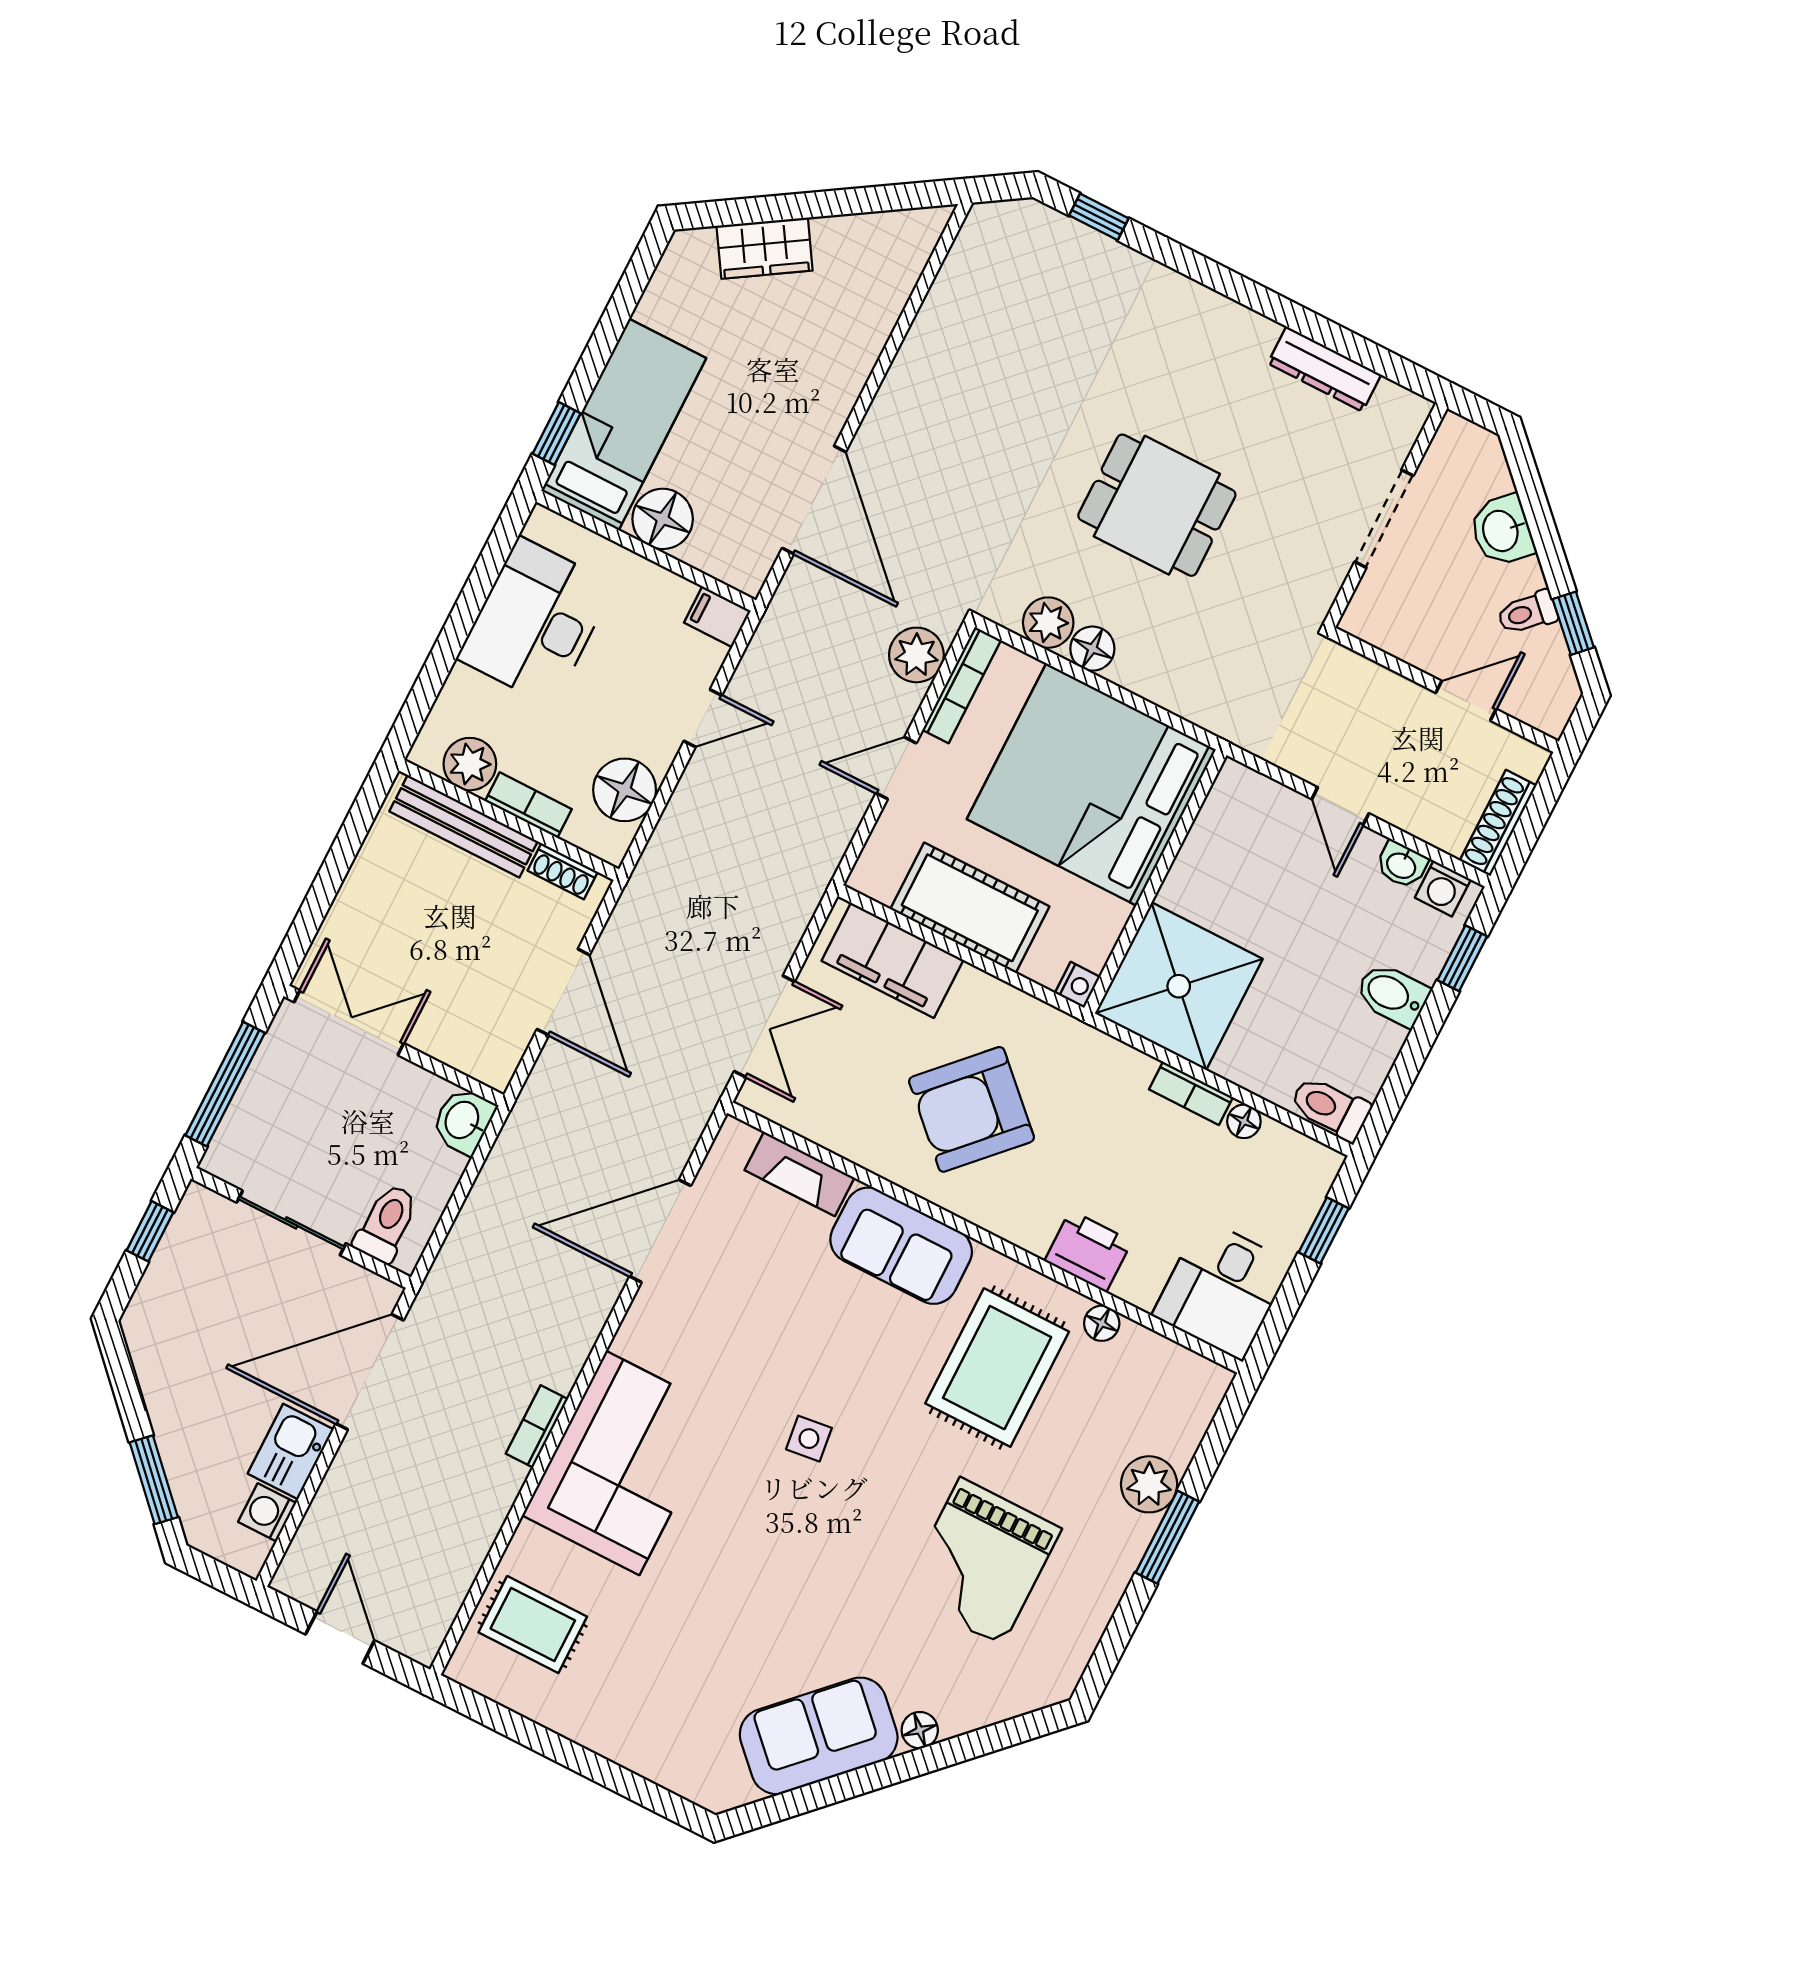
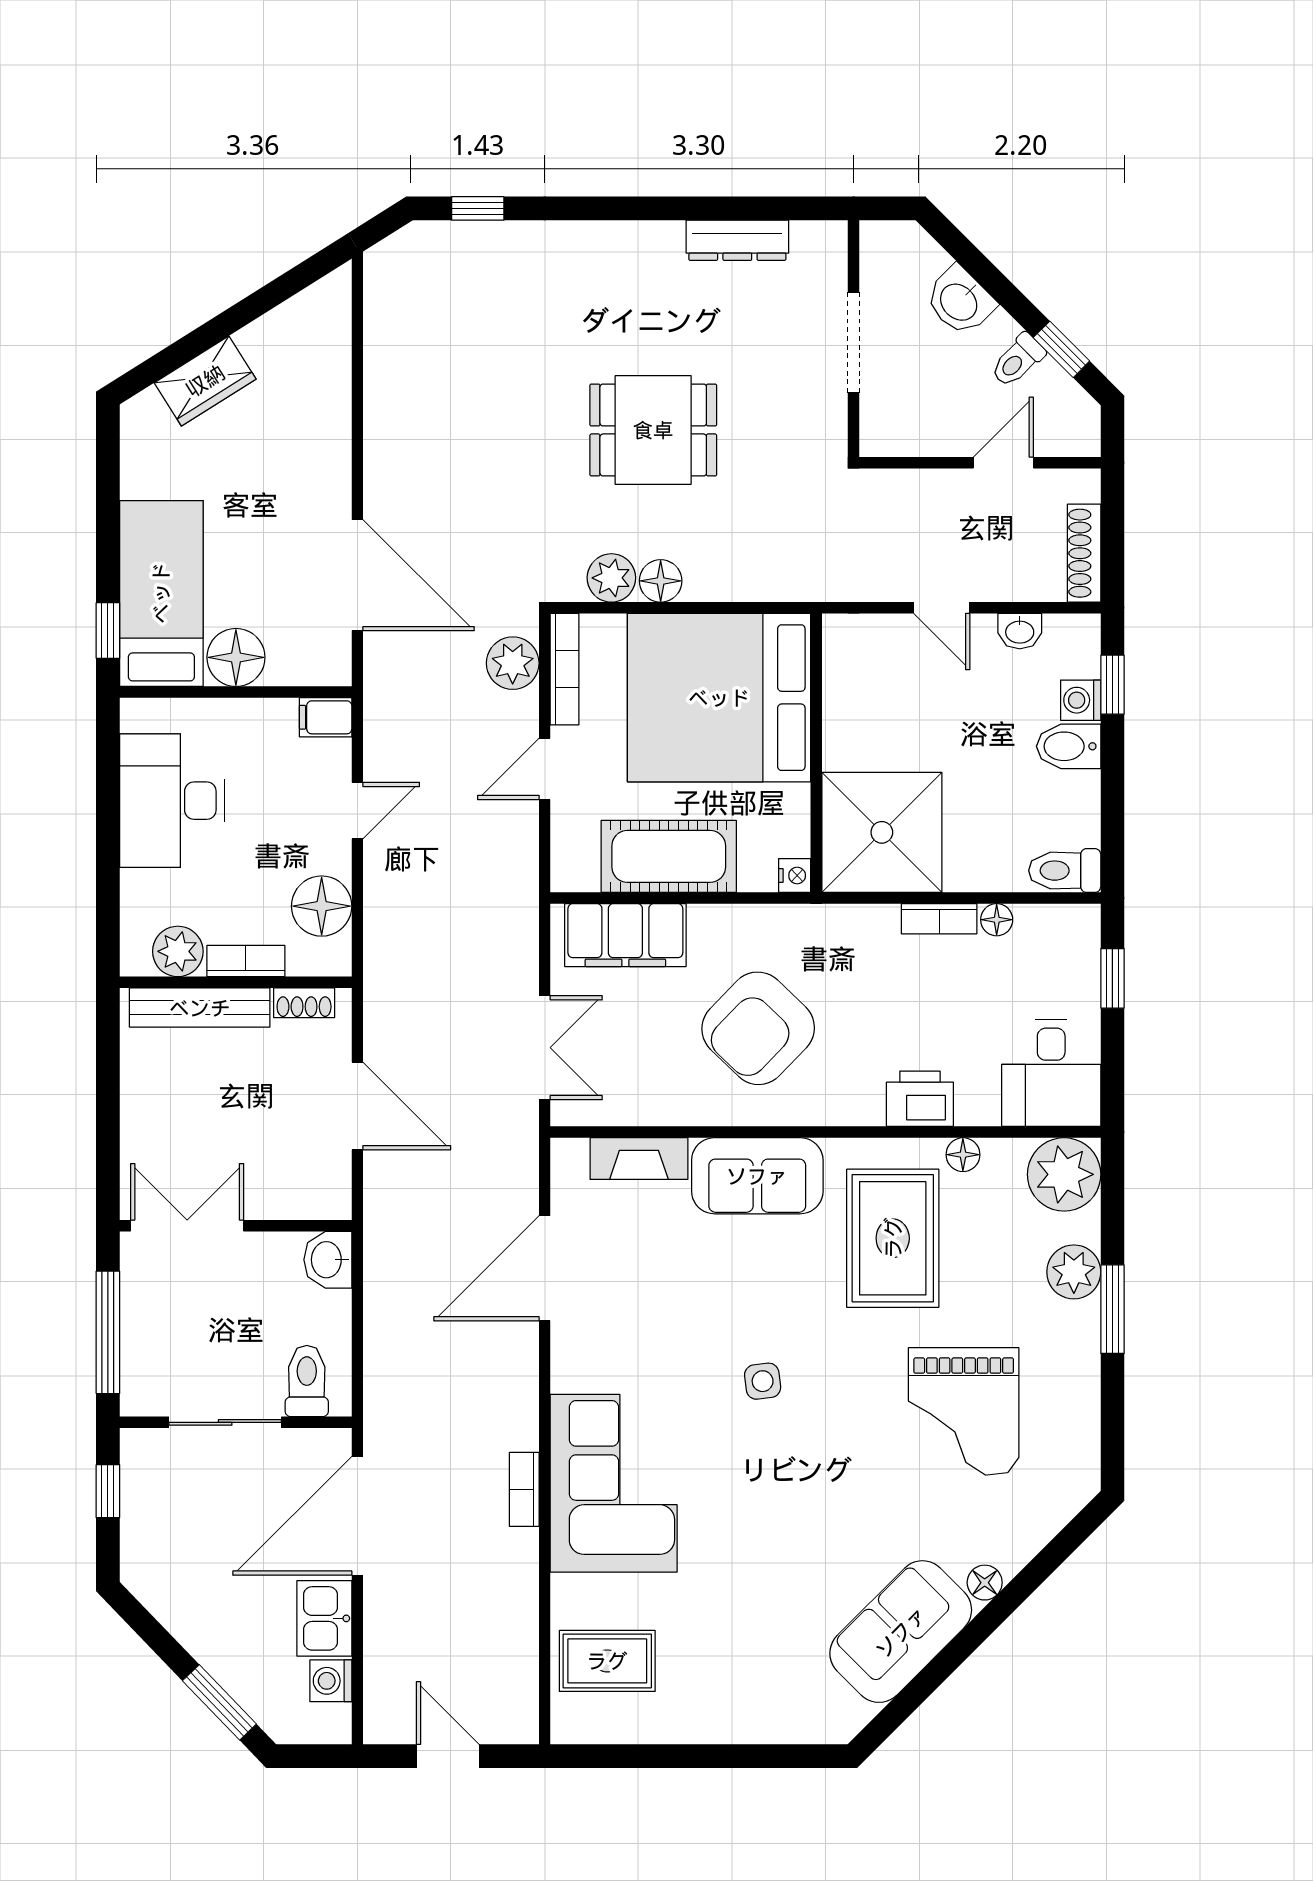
washing machine: (1443, 889) -> (1081, 700), moved, turned 90
plant: (1186, 1389) -> (1064, 1174), added

